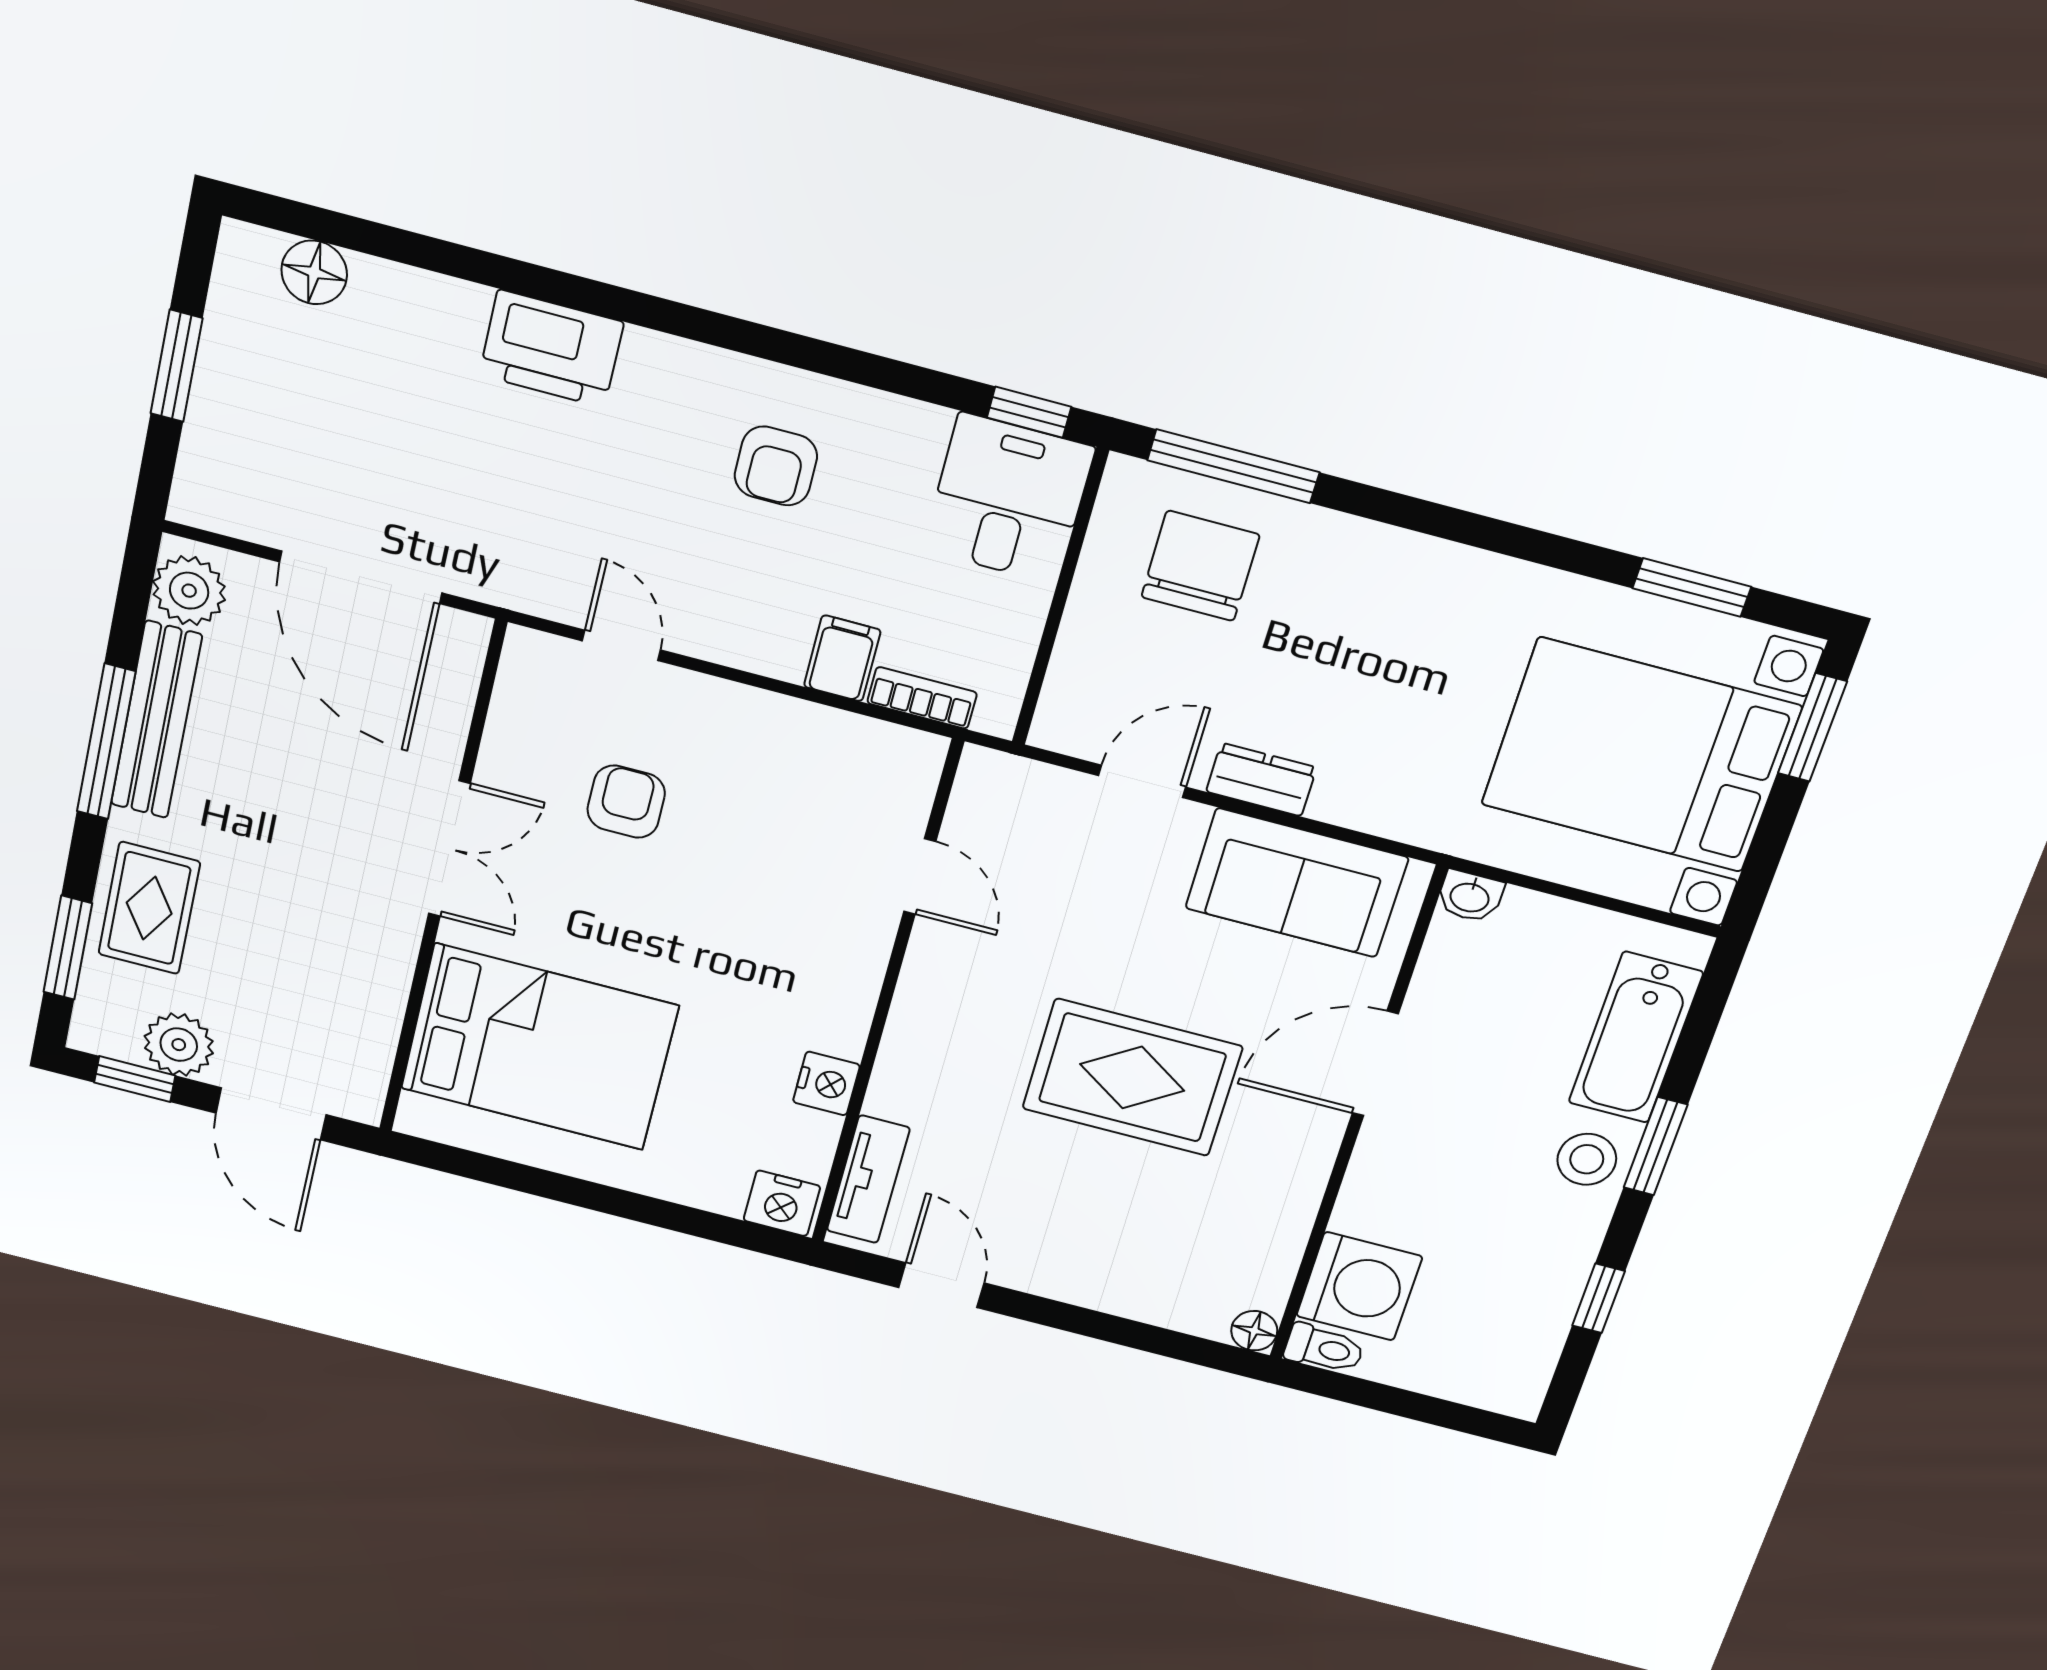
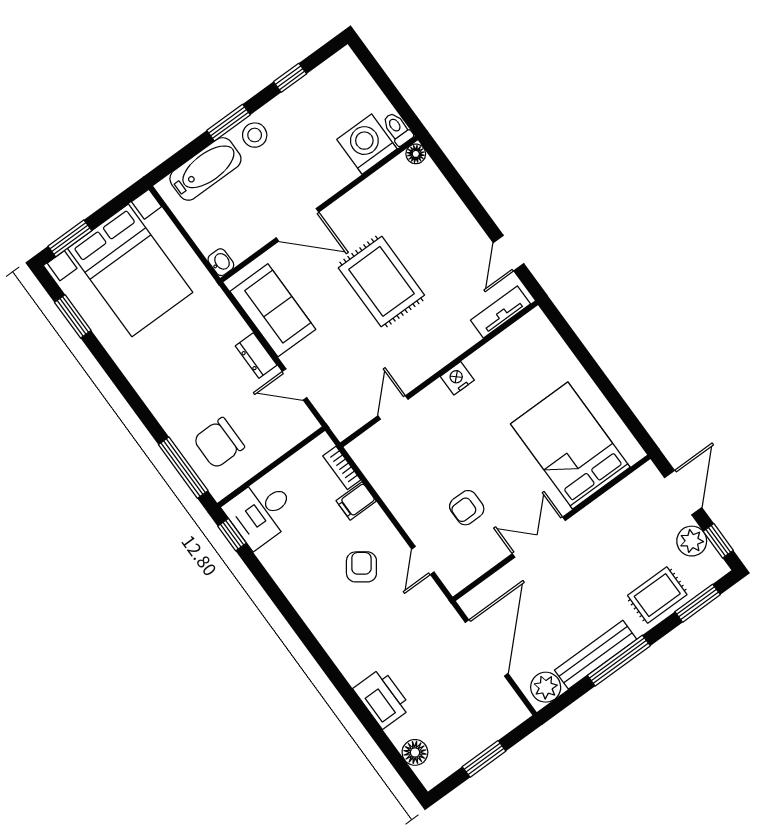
printer: (551, 349) -> (382, 698), moved
armchair: (776, 466) -> (361, 567), moved, turned -54
nightstand: (826, 1083) -> (457, 378), moved
nightstand: (782, 1203) -> (537, 326), removed

